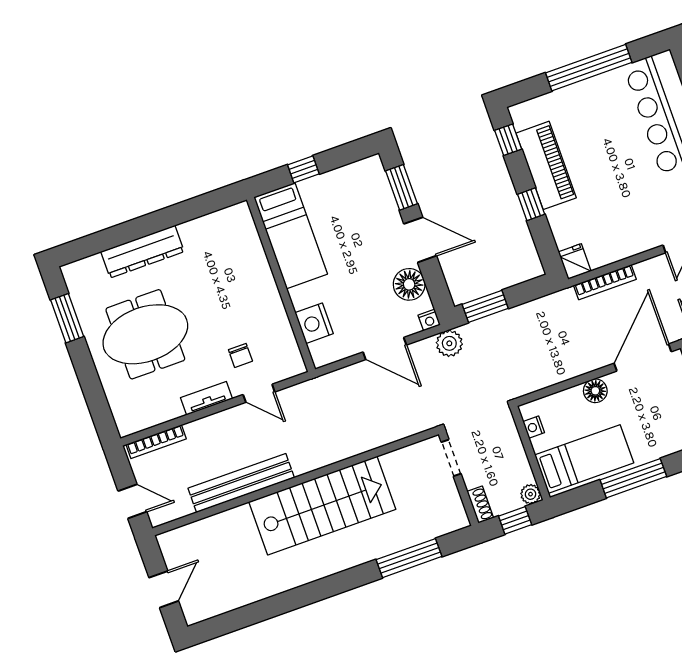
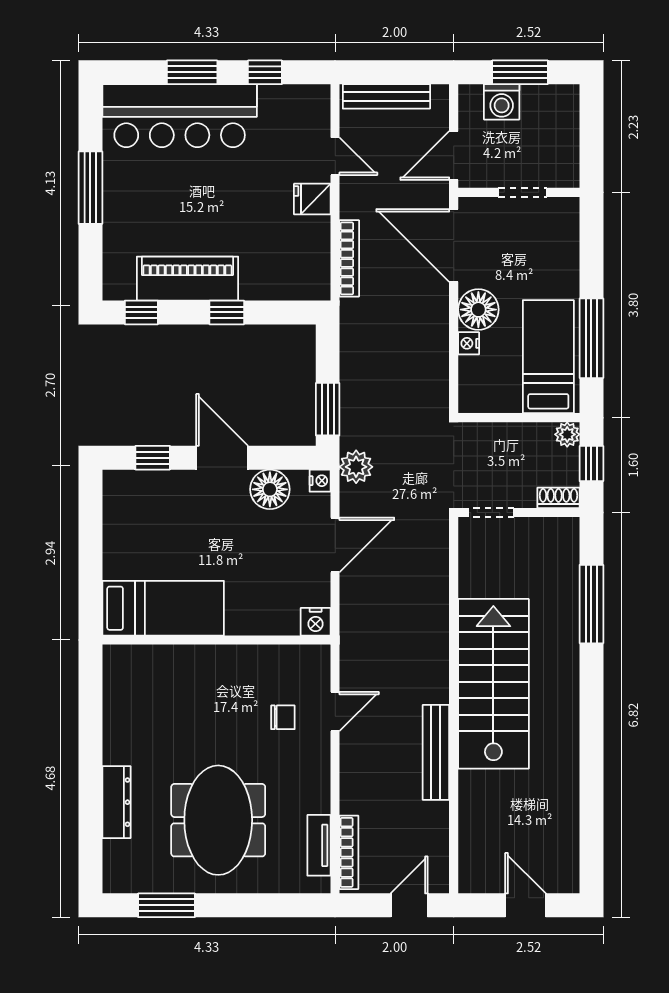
window: (589, 68) -> (90, 188), width x0.68
window: (303, 169) -> (90, 565), removed
window: (401, 187) -> (153, 458), width x0.67
door: (420, 240) -> (222, 458), hinge flipped
dresser: (142, 252) -> (116, 802), width x0.73, depth x0.80
fridge: (575, 261) -> (312, 199), moved
nightstand: (314, 323) -> (316, 622), moved, width x0.74, depth x0.75
floor lamp: (595, 391) -> (478, 310), width x1.38, depth x1.38
tv unit: (206, 398) -> (319, 845), moved
nightstand: (534, 427) -> (469, 343), moved, turned 90
window: (633, 478) -> (591, 338), moved
bench: (241, 483) -> (436, 752), width x0.73, depth x0.82

